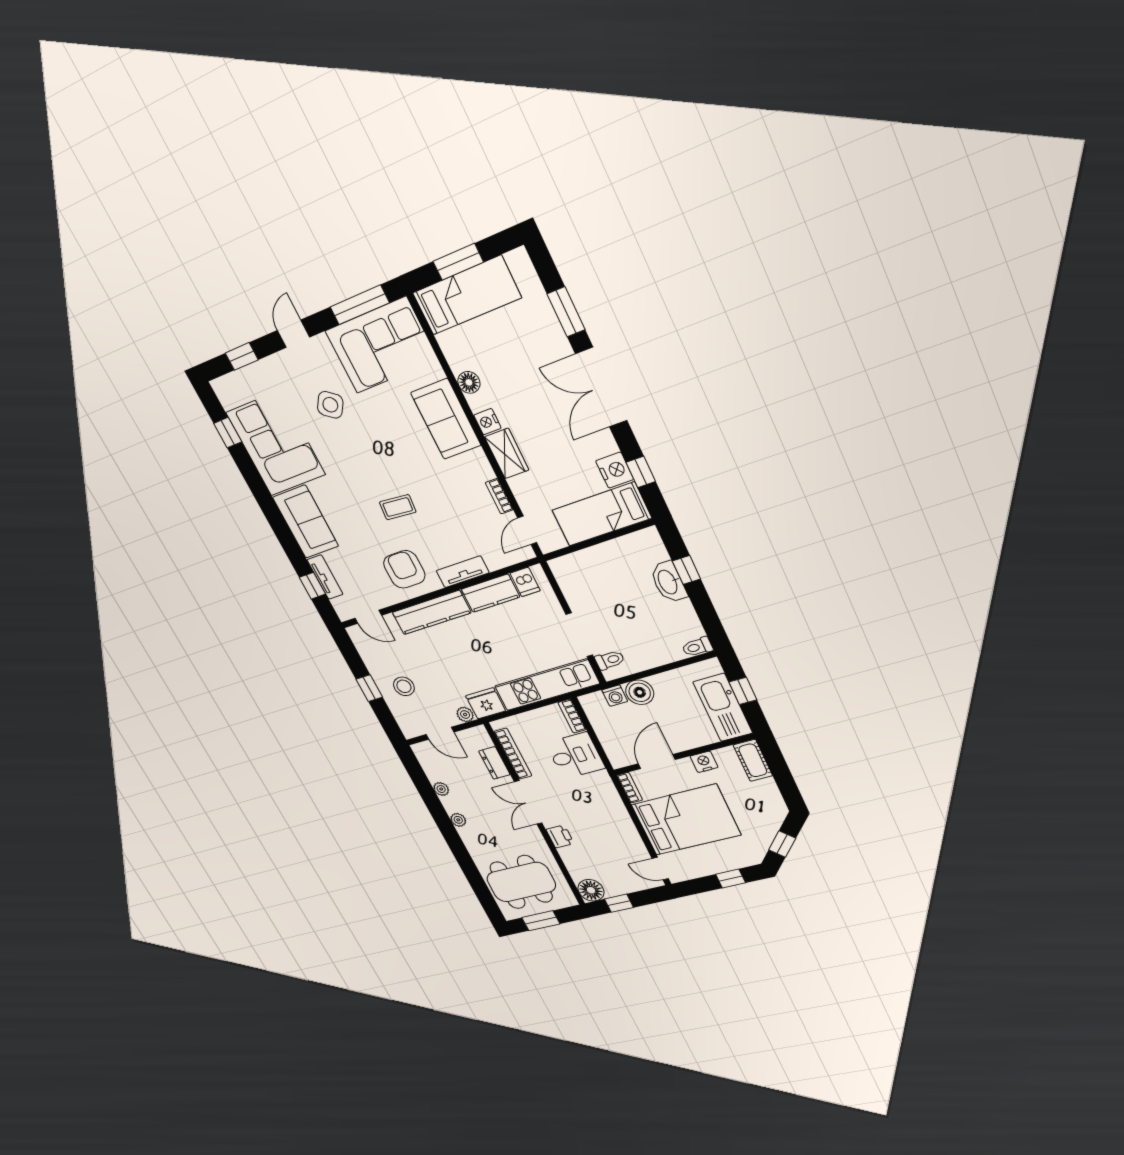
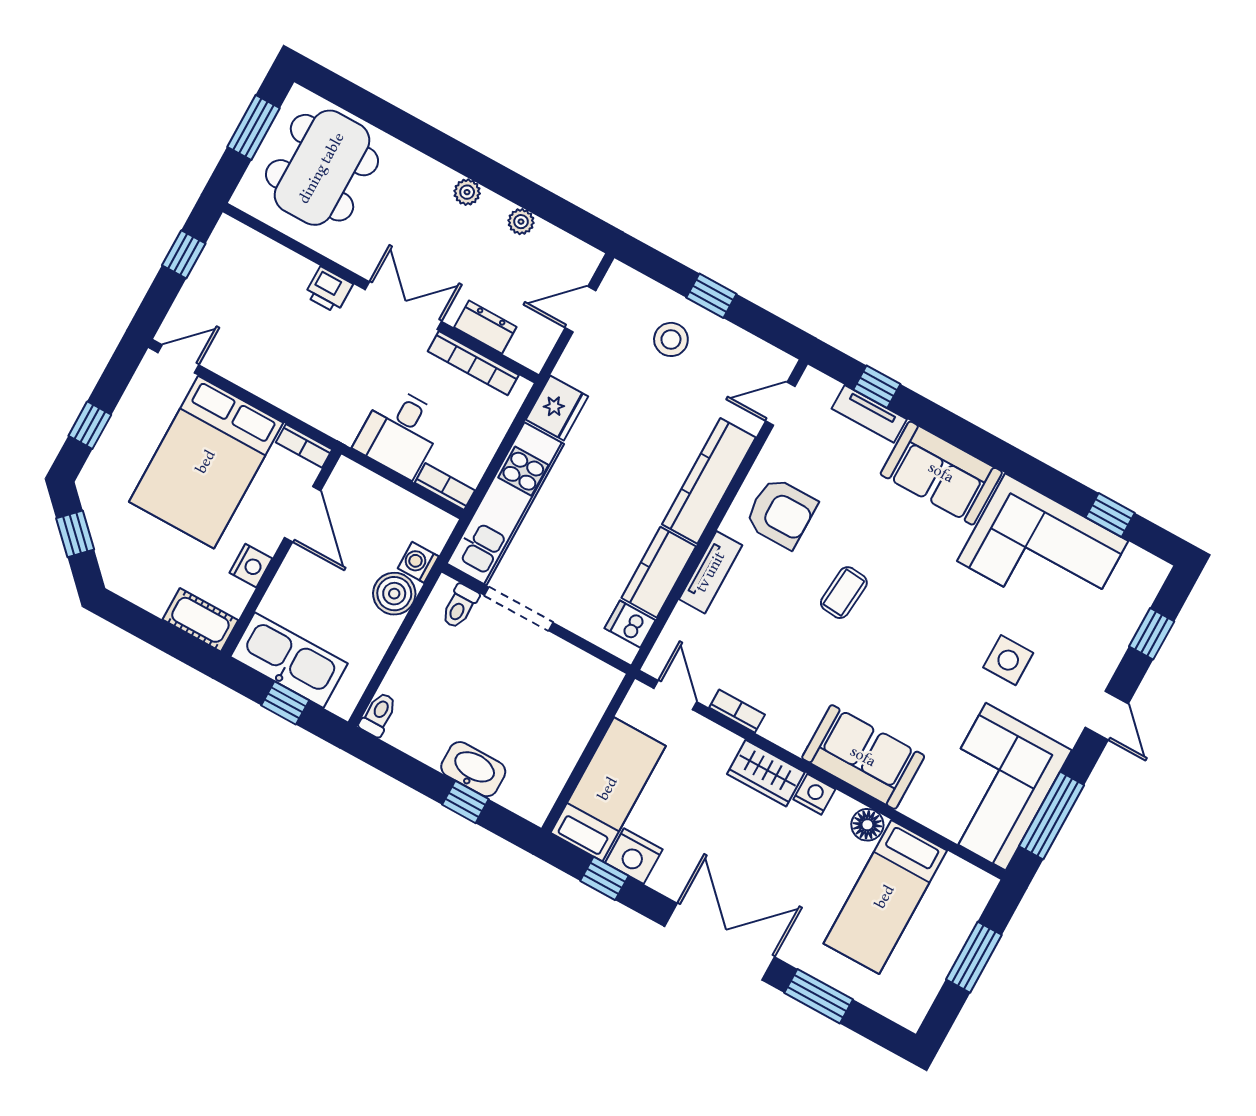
bed: (467, 295) -> (885, 897), moved
side table: (330, 405) -> (1008, 660), turned -36
plant: (465, 714) -> (570, 368), removed
floor lamp: (591, 890) -> (231, 241), removed

